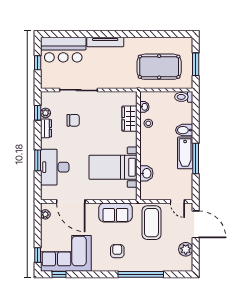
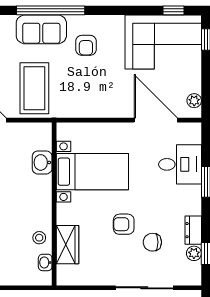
armchair: (92, 132) -> (124, 224), added
desk: (55, 167) -> (180, 164), width x0.73
sofa: (115, 212) -> (41, 29), moved, turned 180

